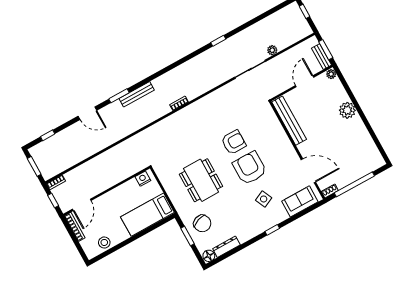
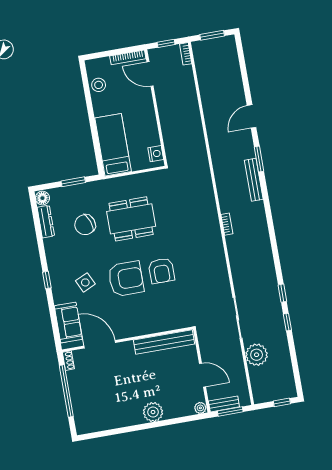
plant: (272, 50) -> (257, 355), width x1.88, depth x1.88
window: (48, 135) -> (287, 322), moved
door: (308, 171) -> (100, 344), swing flipped
chair: (202, 223) -> (85, 225), moved

